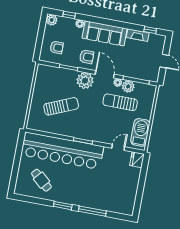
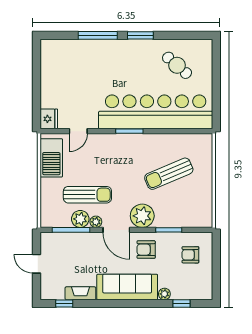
plant: (52, 20) -> (205, 292), removed

